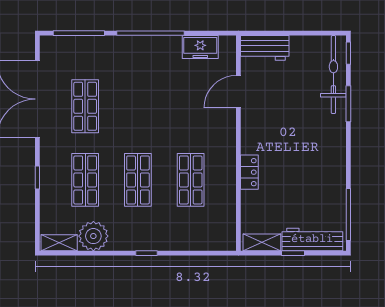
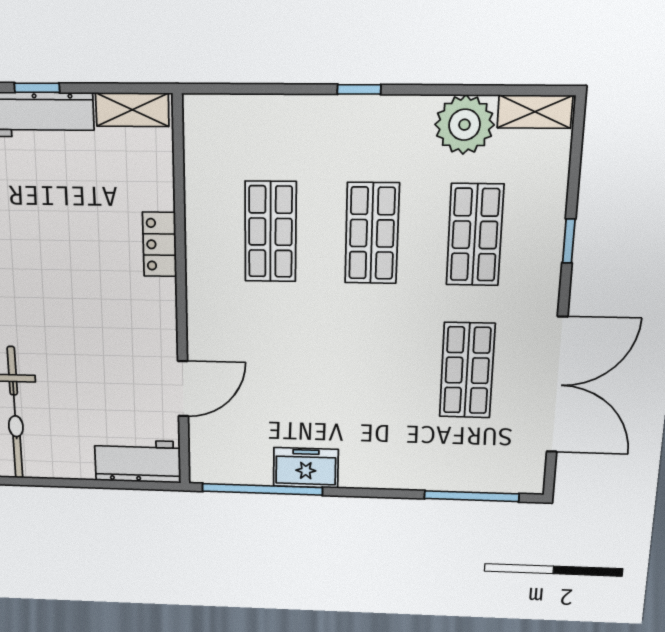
window: (150, 33) -> (262, 489), moved
freezer: (200, 47) -> (306, 468), moved
window: (293, 253) -> (37, 88), moved

